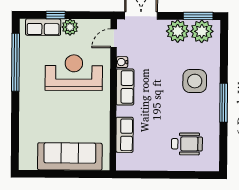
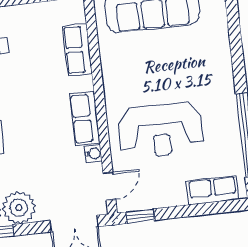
window: (56, 15) -> (140, 216), moved
plant: (70, 27) -> (174, 195), removed

